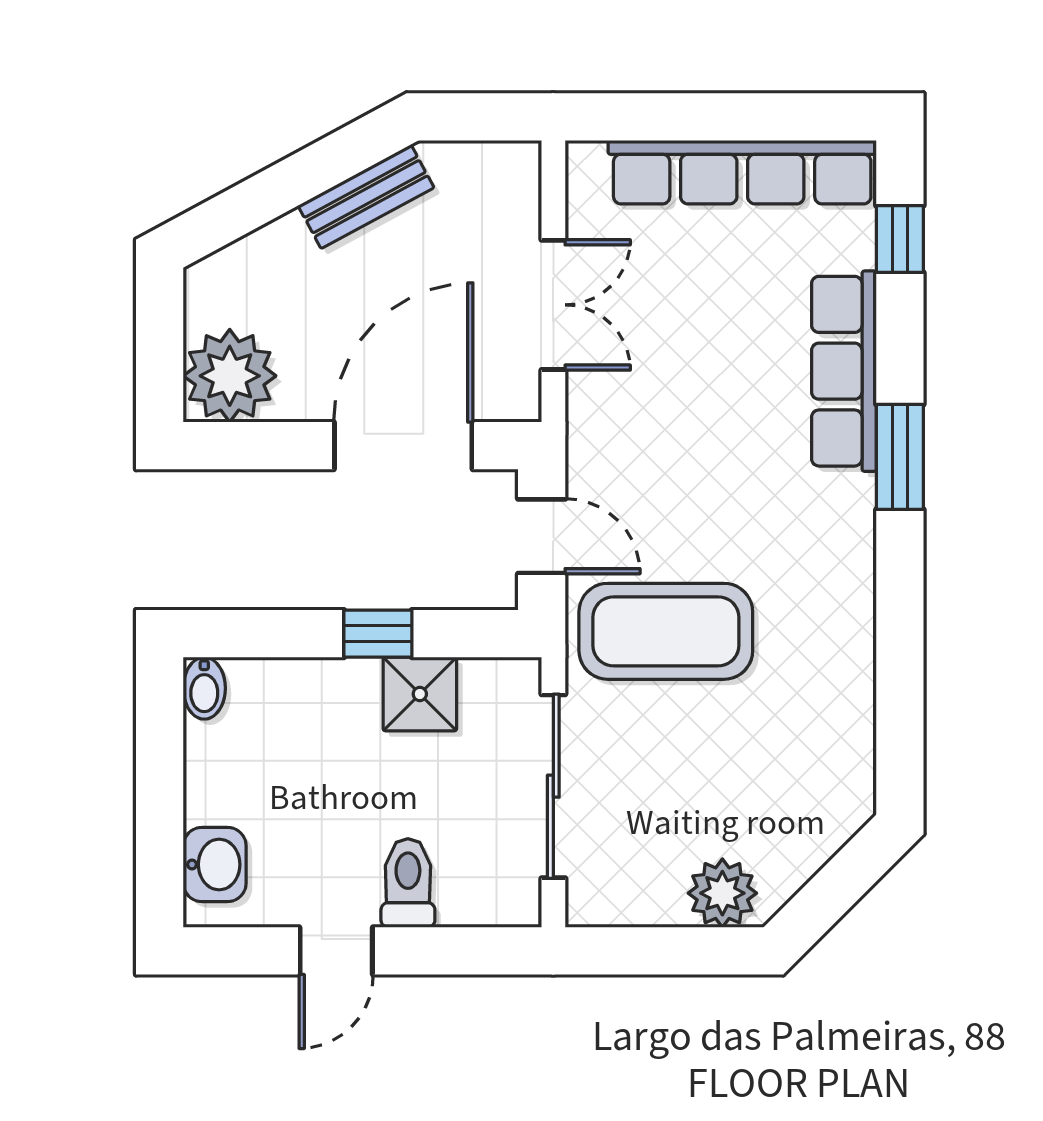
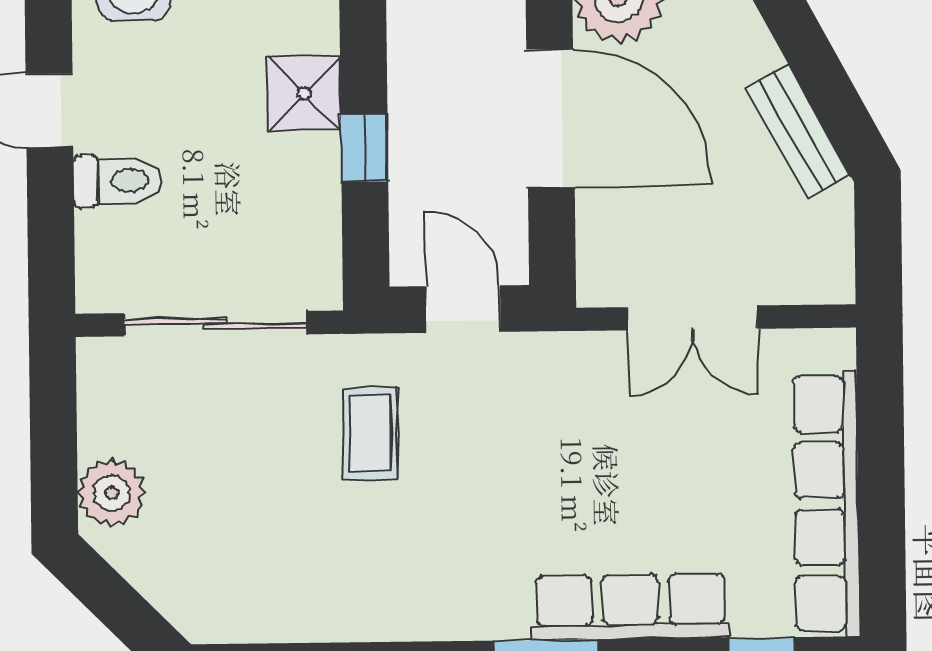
door: (403, 446) -> (551, 119), moved
door: (542, 536) -> (463, 309), swing flipped
coffee table: (666, 631) -> (370, 433), width x0.54, depth x0.58
shower: (420, 694) -> (304, 94), moved

